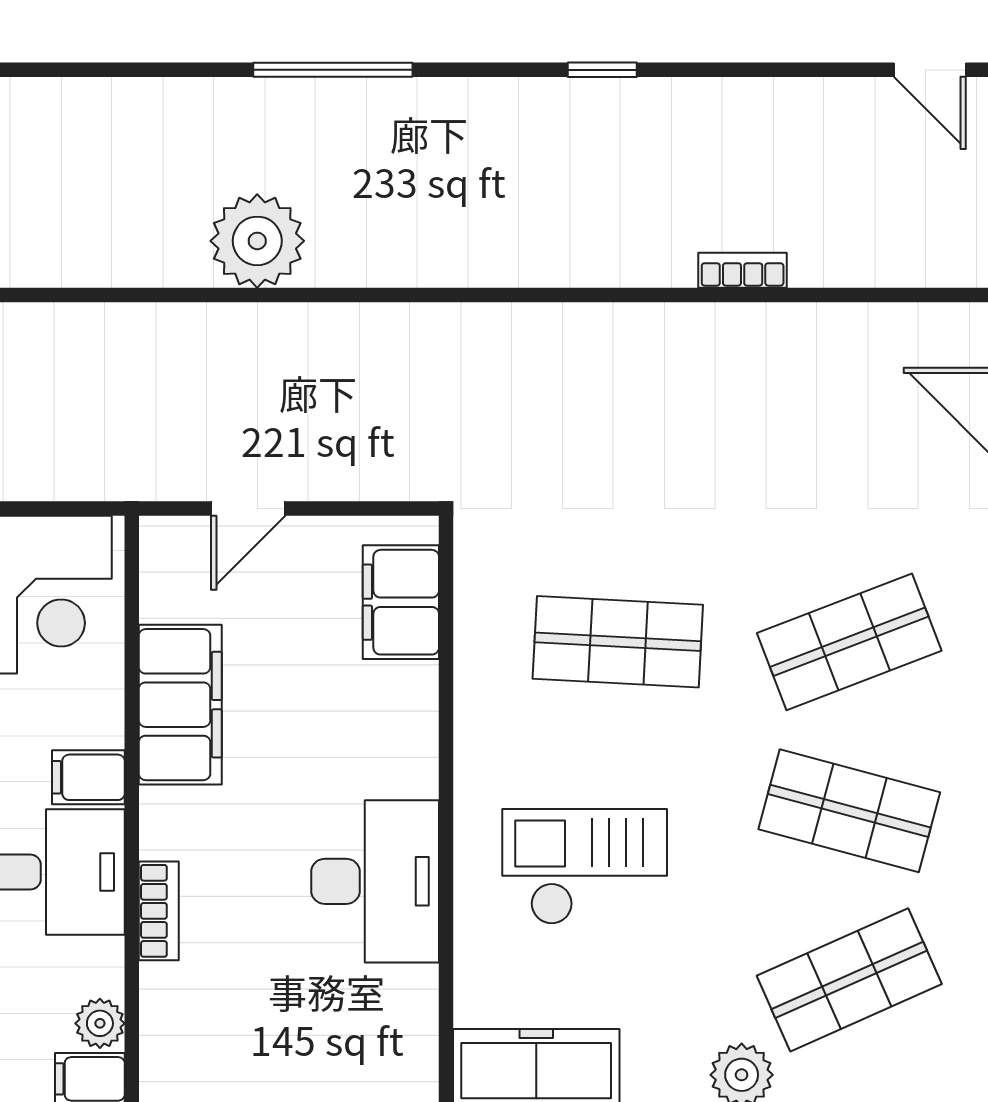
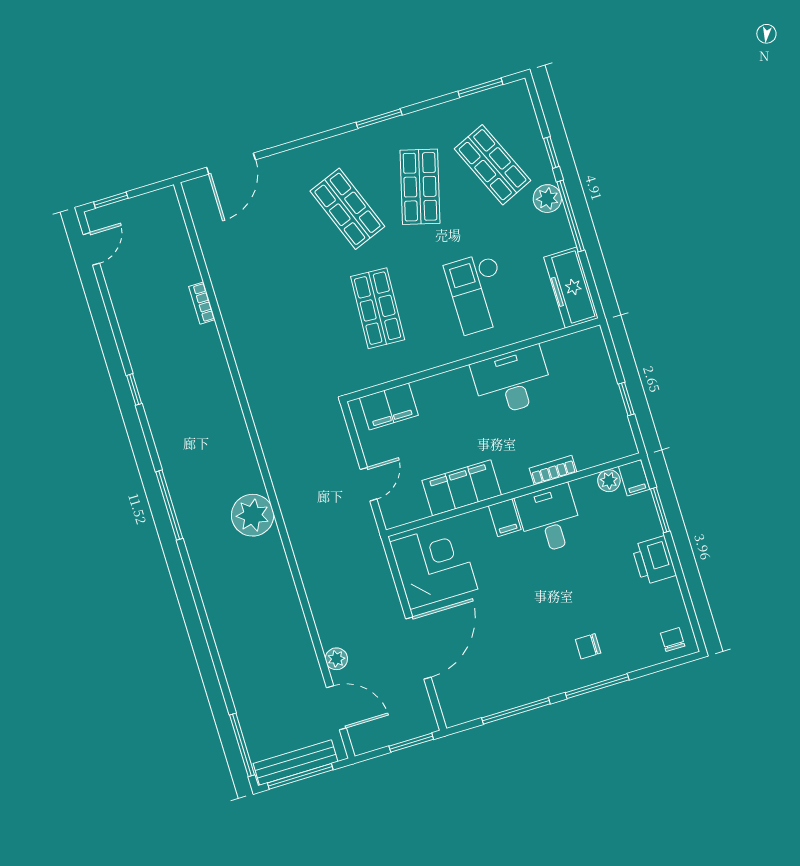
door: (248, 508) -> (369, 484), hinge flipped

